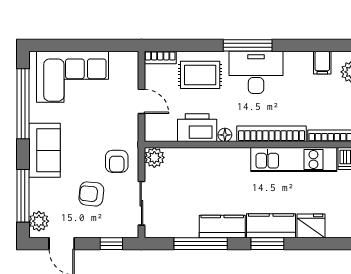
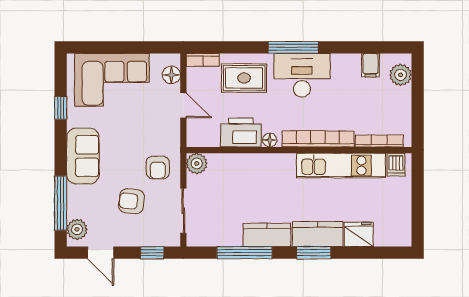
floor lamp: (130, 72) -> (171, 75), added
window: (23, 104) -> (61, 108), width x0.32

